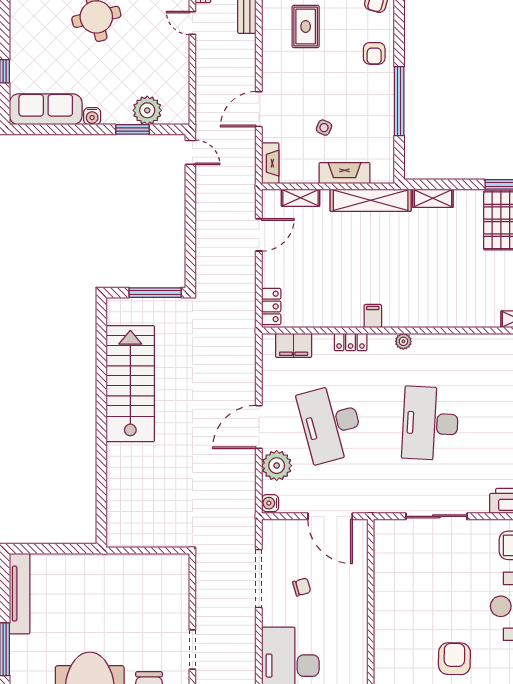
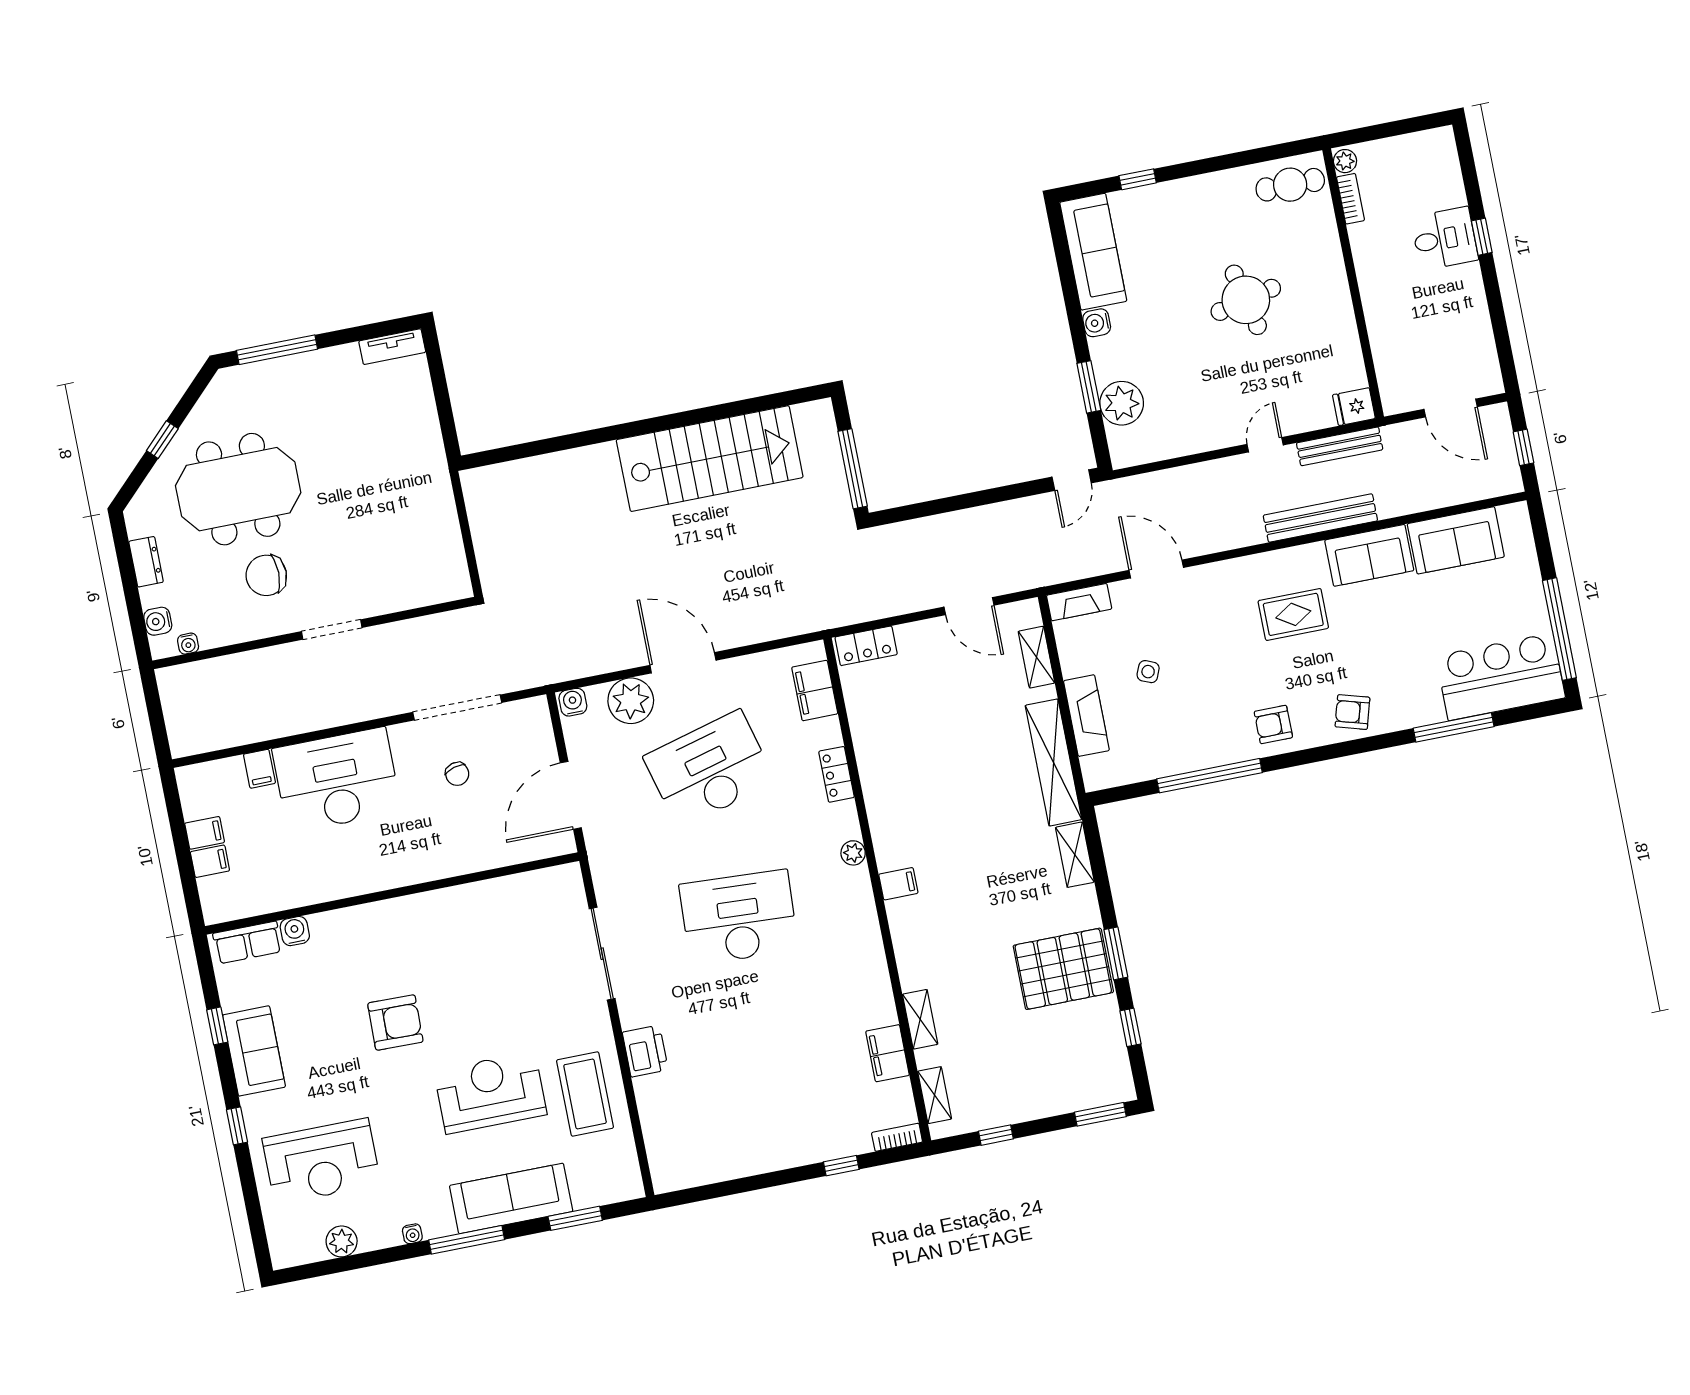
filing cabinet: (373, 316) -> (898, 884), moved
tv unit: (20, 594) -> (392, 347), width x0.52, depth x0.78

